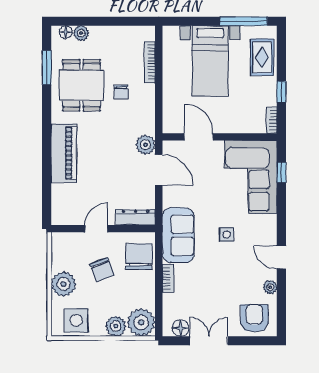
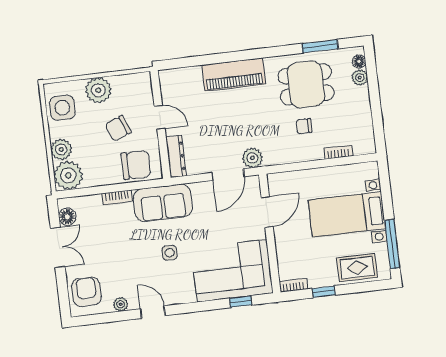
bookcase: (150, 62) -> (338, 152), width x0.64
door: (281, 257) -> (153, 312), hinge flipped
armchair: (254, 318) -> (86, 292), turned -90

